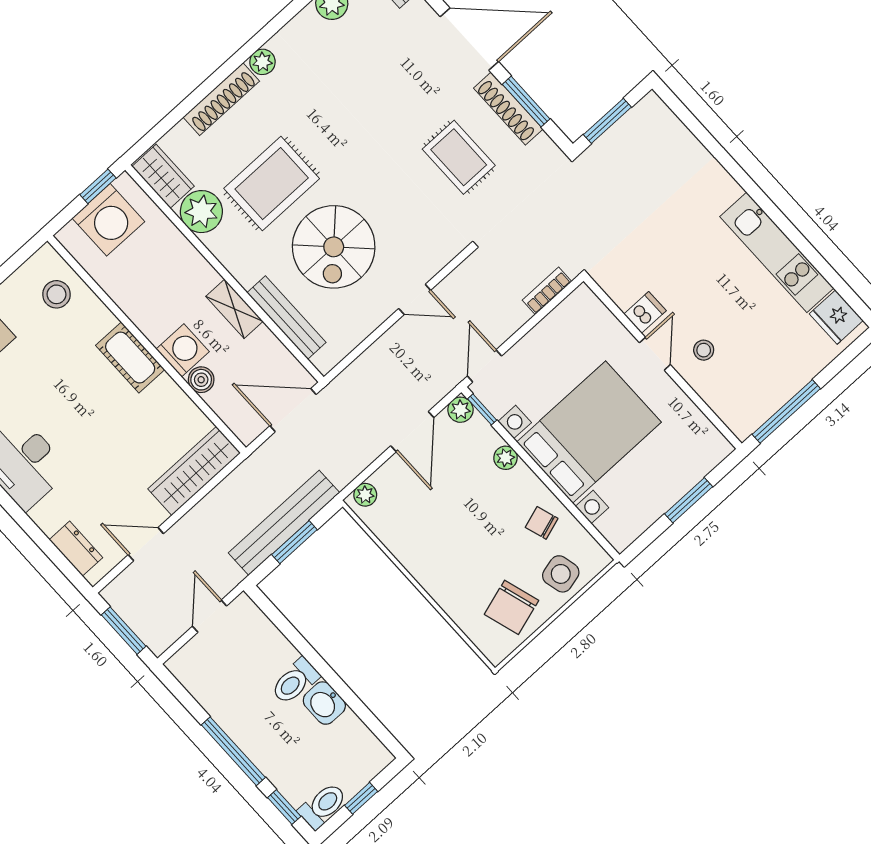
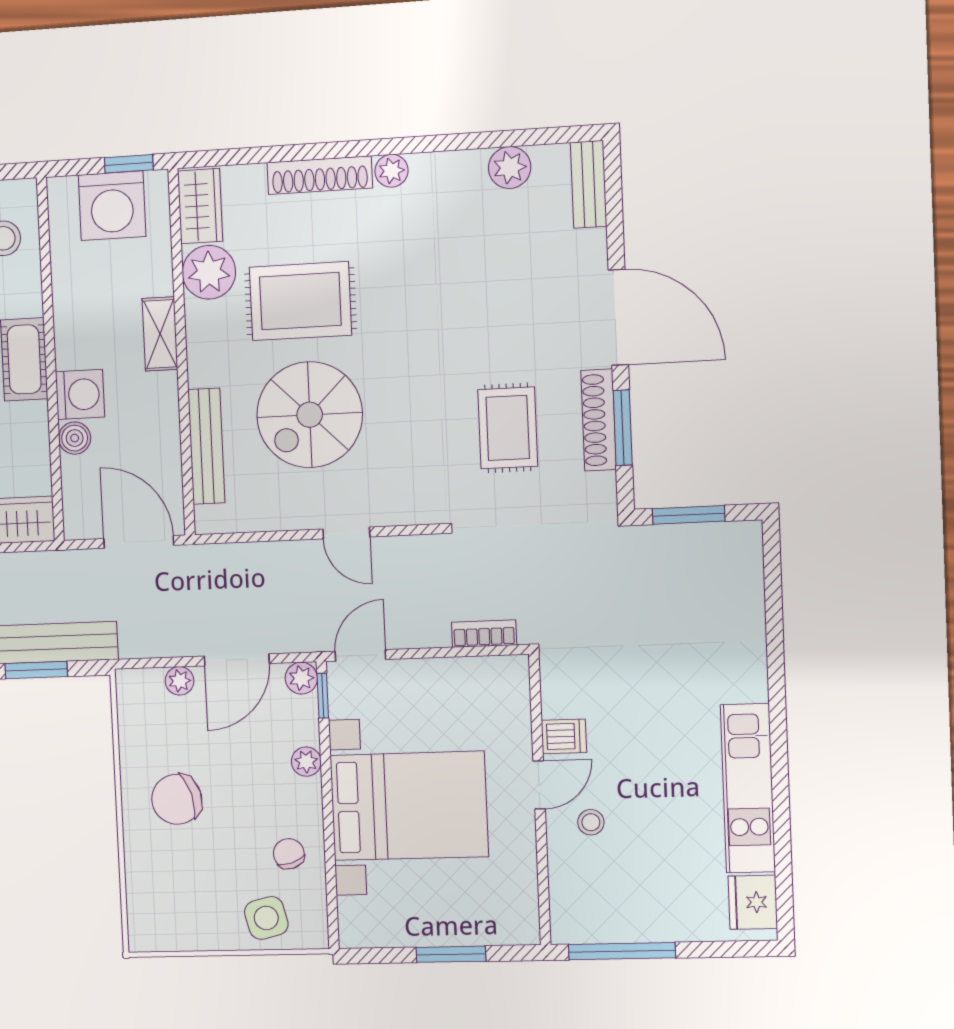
shelving: (234, 309) -> (160, 334), moved
plant: (365, 495) -> (180, 681), moved
chair: (512, 607) -> (177, 799), moved

